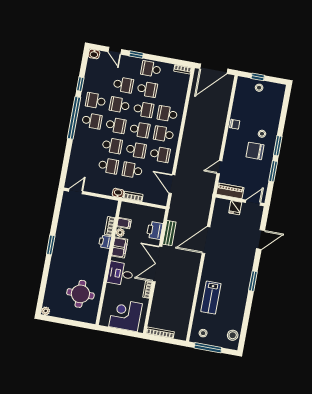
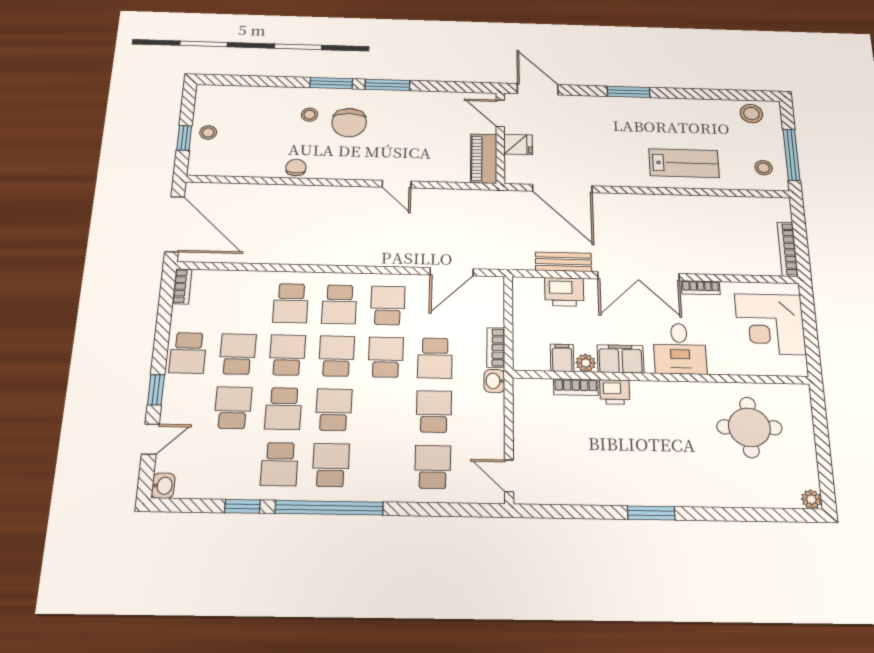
school desk: (112, 146) -> (433, 467), moved
piano: (230, 191) -> (484, 159), moved
wall: (240, 200) -> (500, 138), moved
door: (253, 203) -> (500, 113), moved
fridge: (235, 208) -> (518, 144), moved

